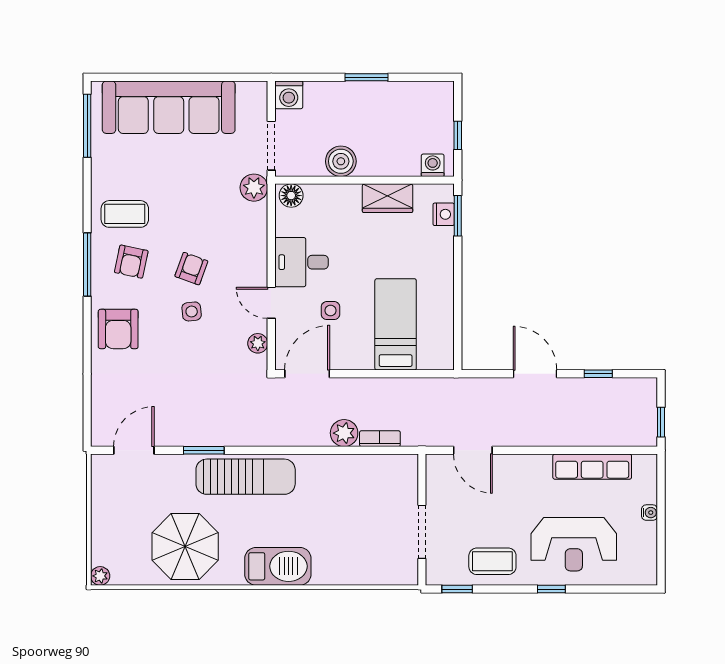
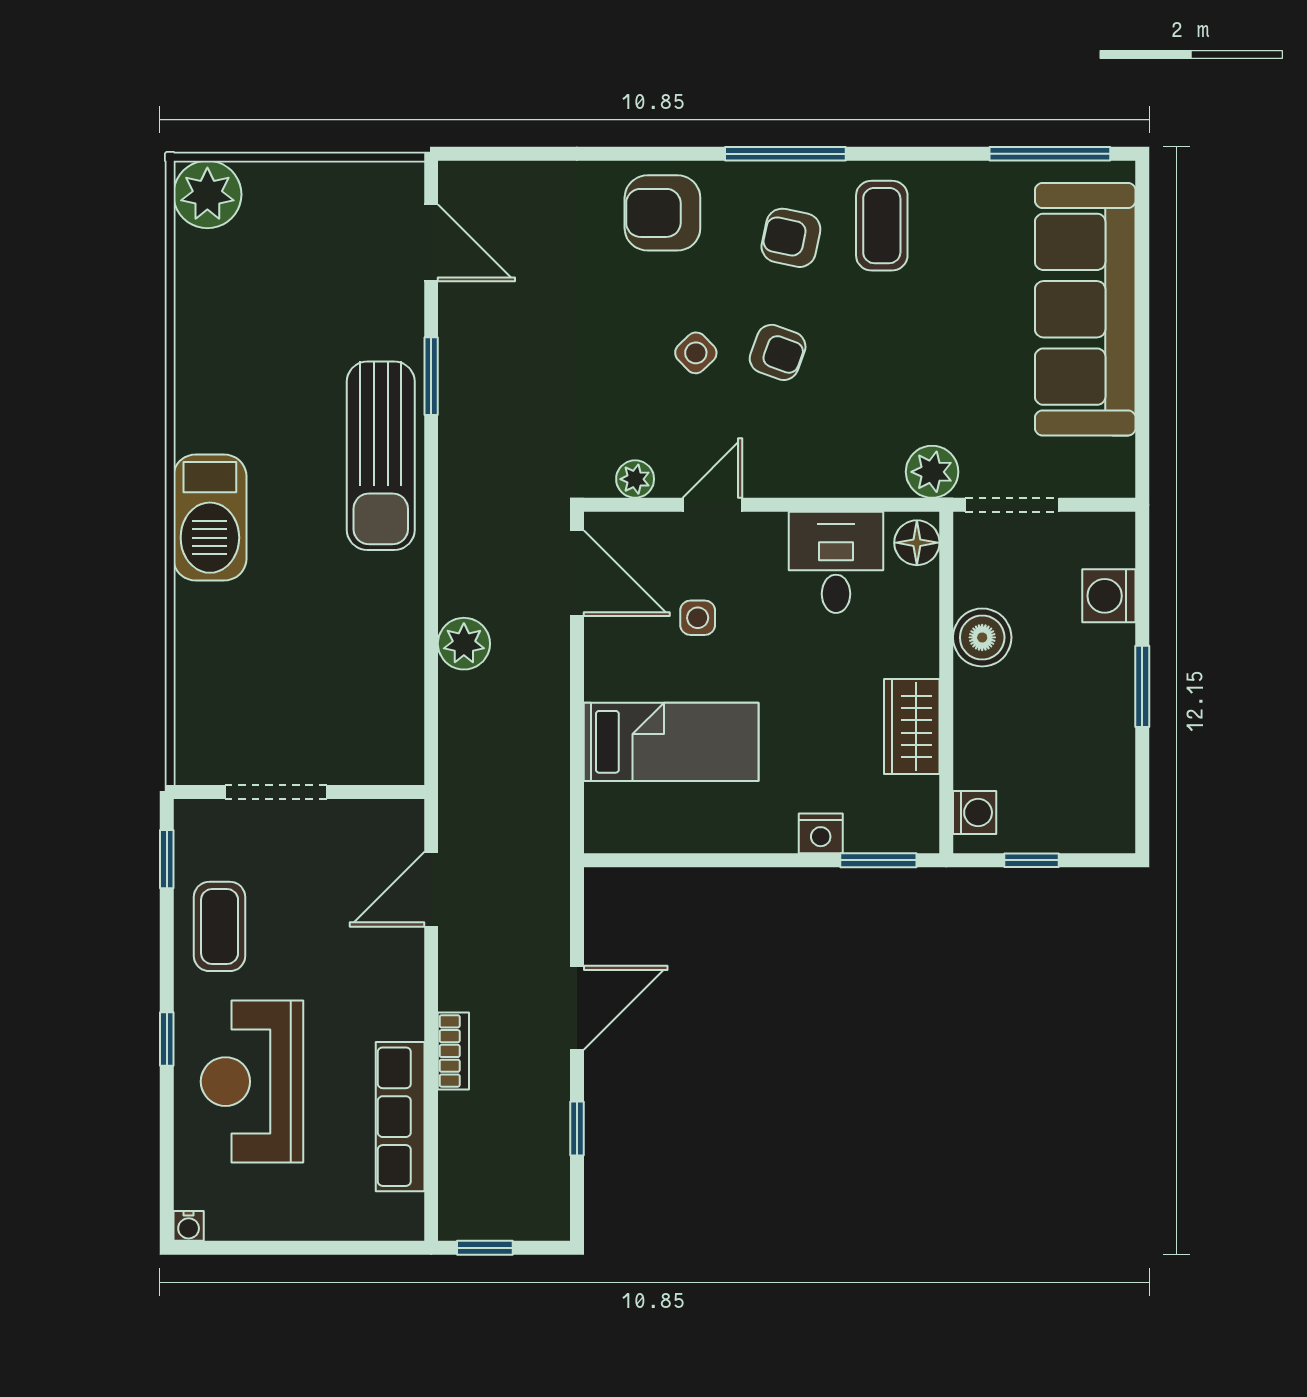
washing machine: (289, 95) -> (1109, 596), moved
nightstand: (444, 214) -> (821, 833), moved
desk: (301, 262) -> (836, 562), moved
side table: (192, 311) -> (696, 353), turned -38
bookcase: (380, 439) -> (453, 1051), moved
water cooler: (650, 513) -> (189, 1226), moved
parasol: (185, 546) -> (248, 341), removed
plant: (100, 576) -> (207, 194), width x1.87, depth x1.87

